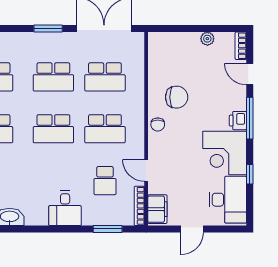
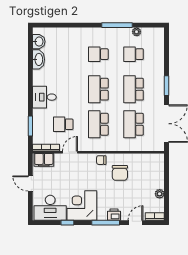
printer: (238, 121) -> (114, 215), moved

